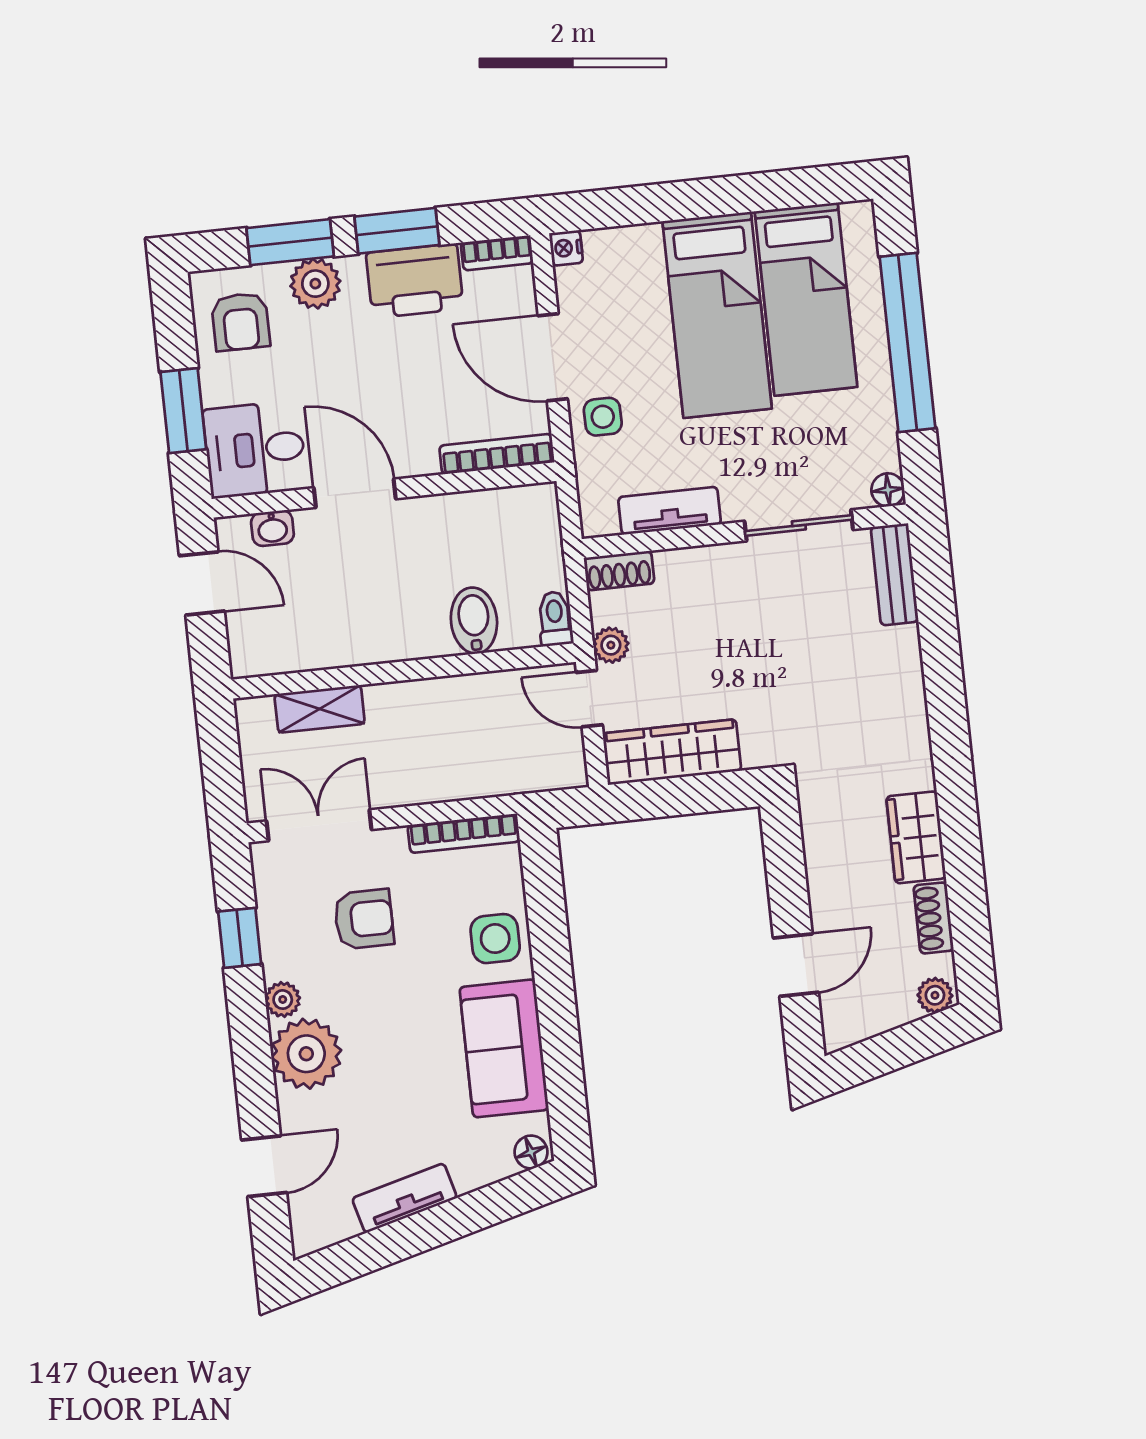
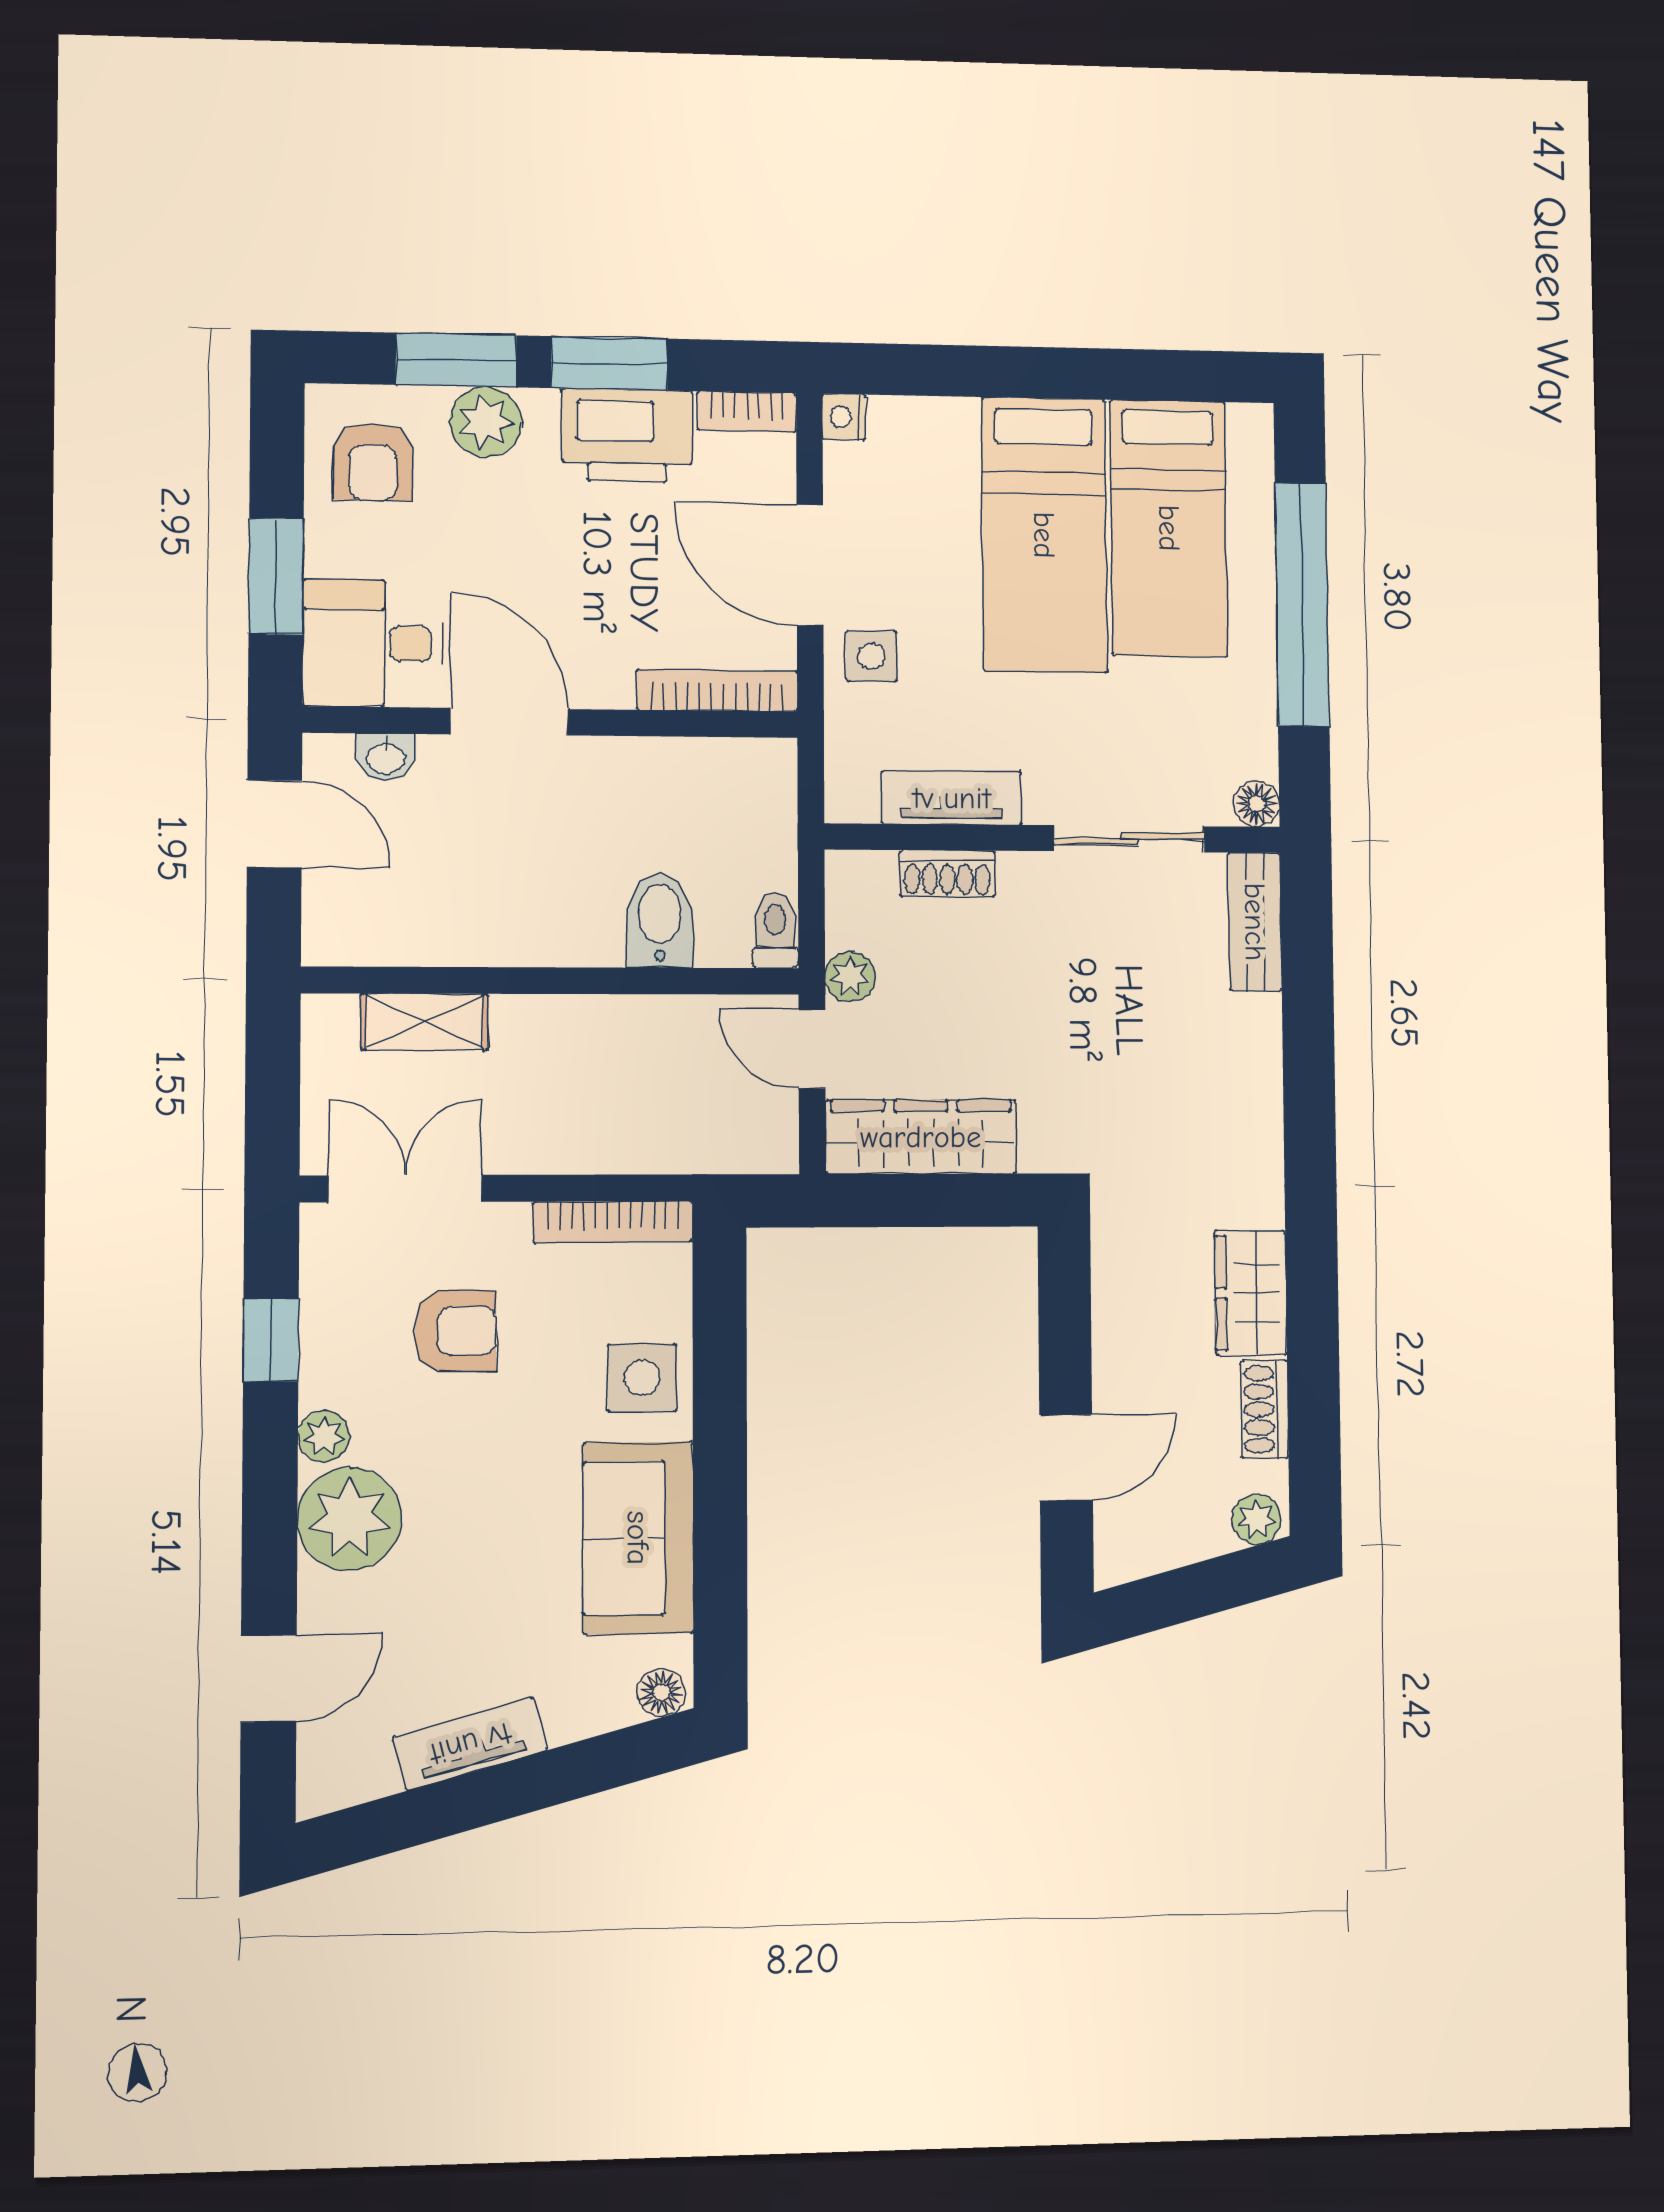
shoe rack: (619, 571) -> (947, 874), moved

